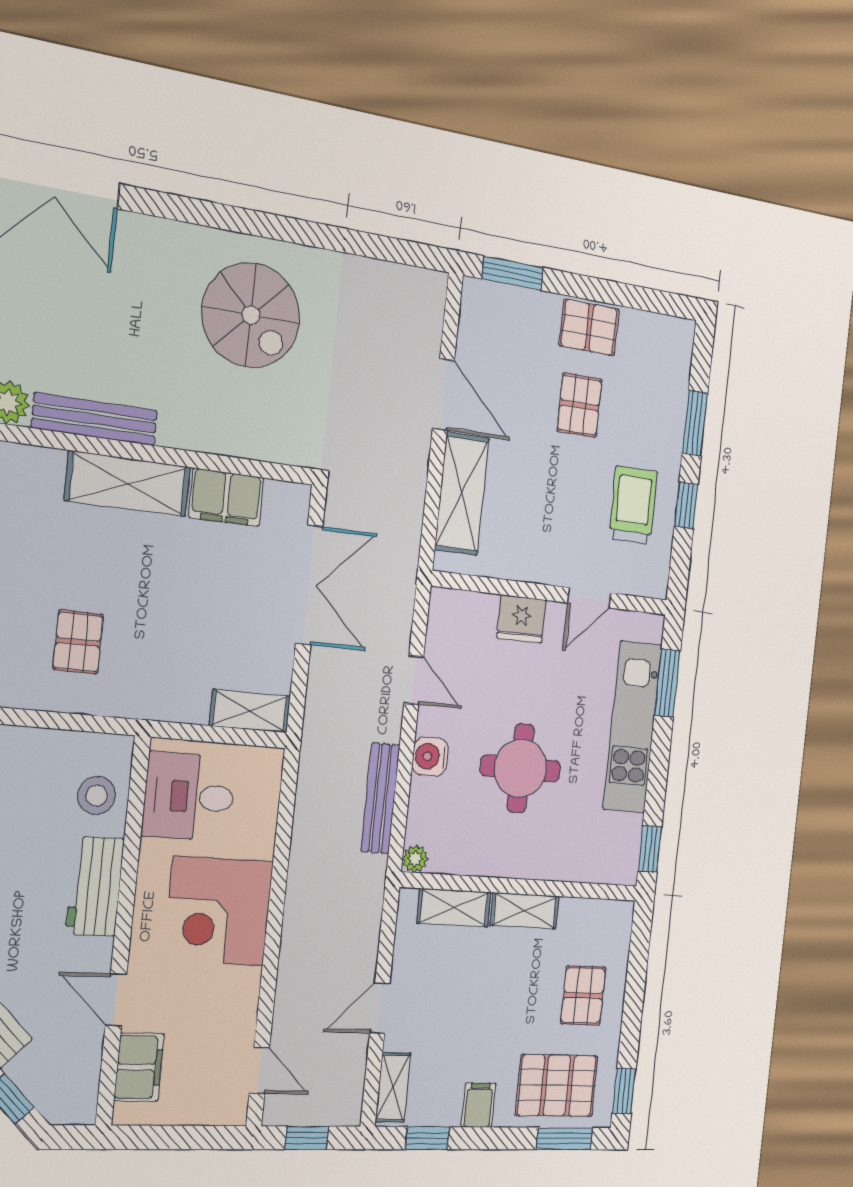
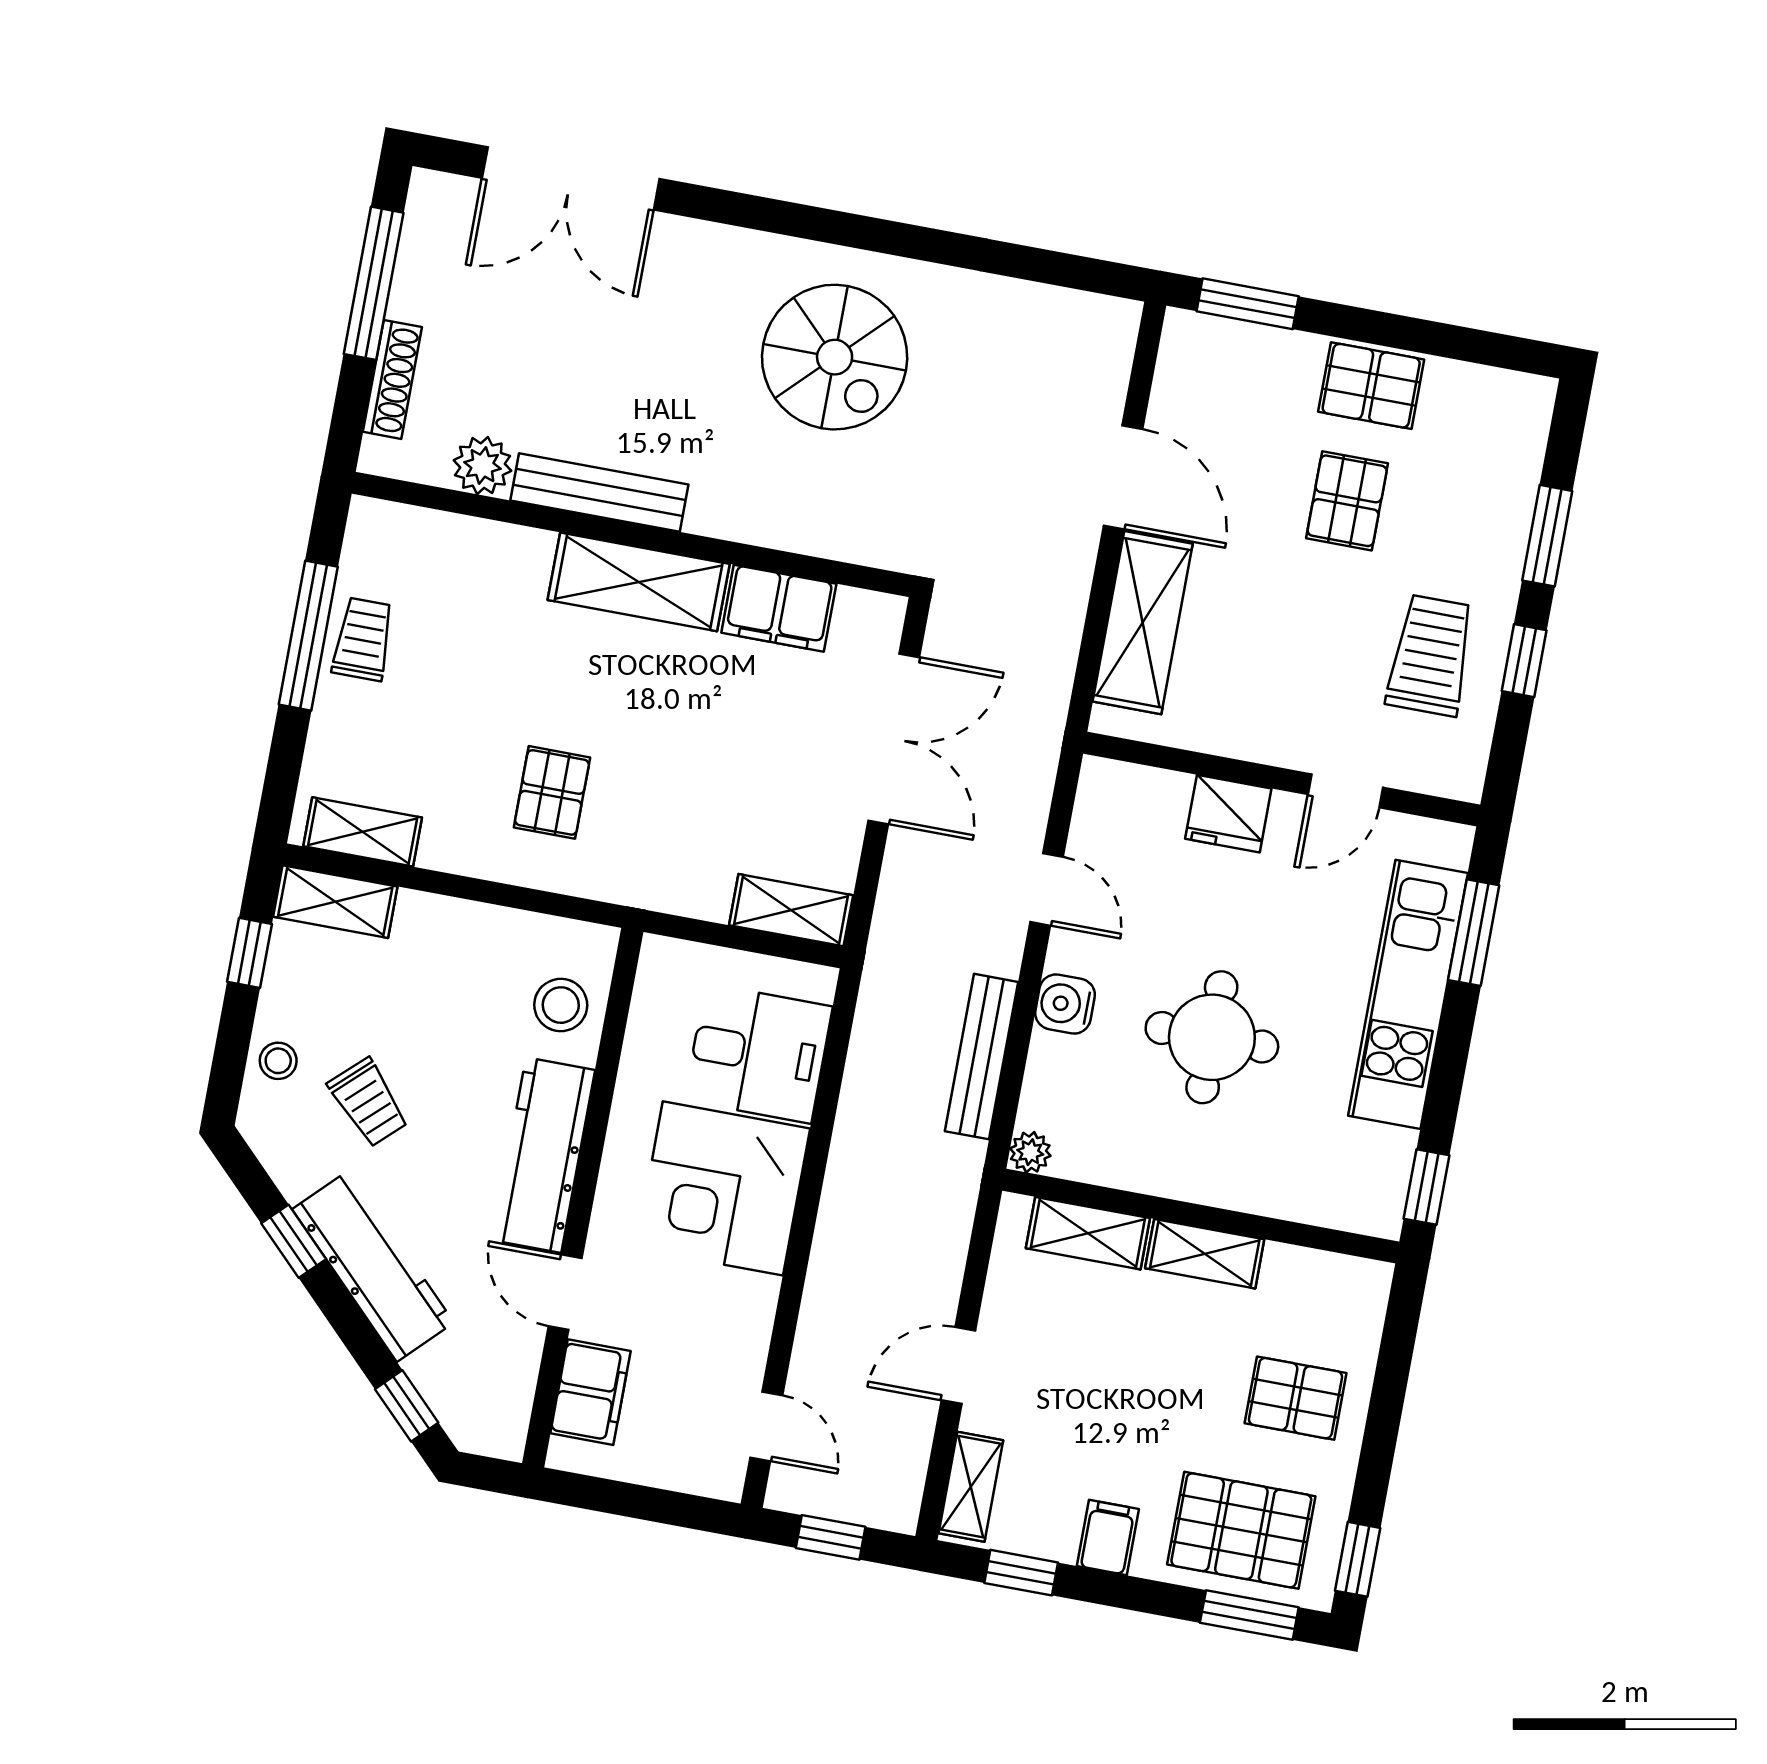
desk: (189, 797) -> (758, 1053), moved, turned 180
workbench: (95, 886) -> (544, 1155), width x1.38
pallet: (583, 995) -> (1296, 1398), turned 90

